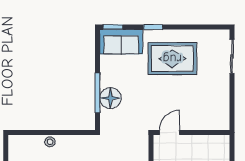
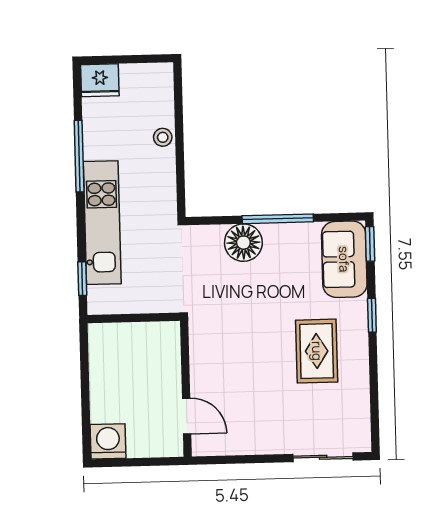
rug: (172, 59) -> (317, 351), width x0.73, depth x0.70
window: (98, 93) -> (278, 219), moved
door: (170, 133) -> (187, 416), moved

